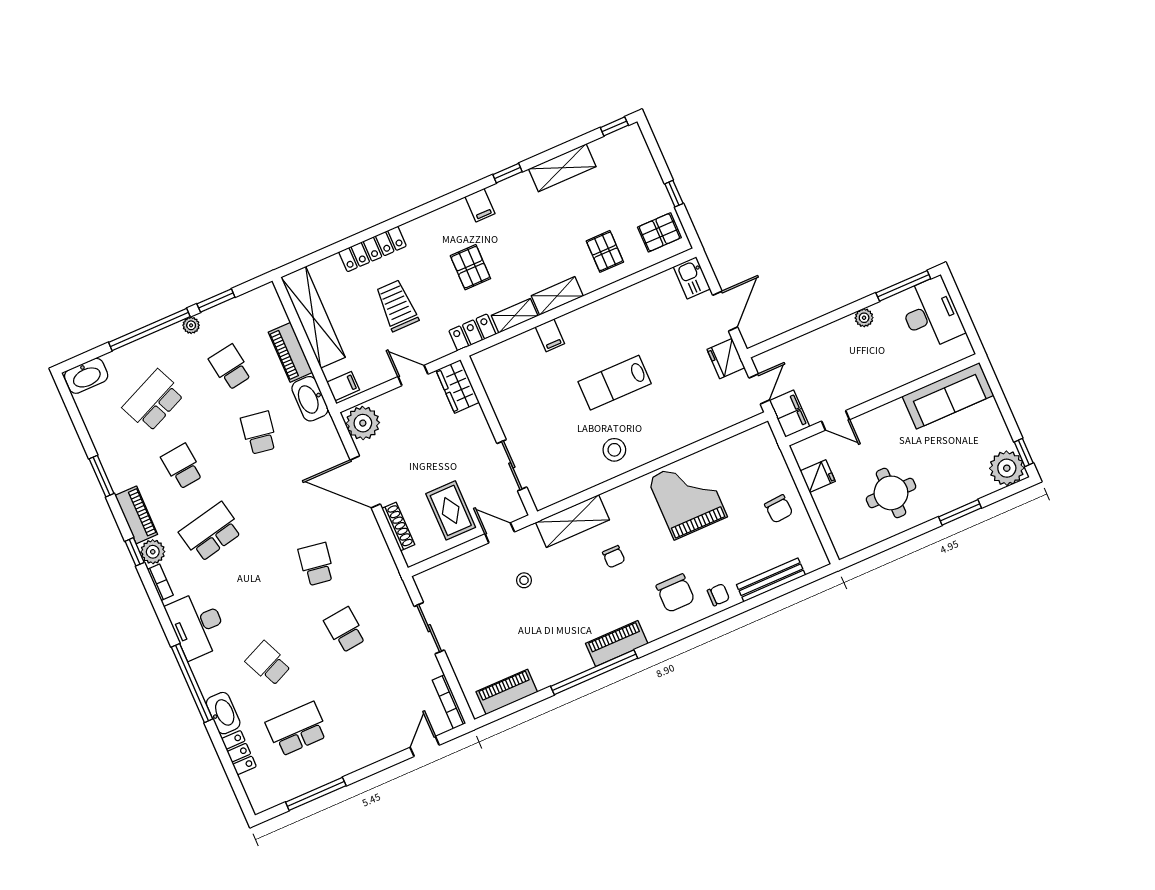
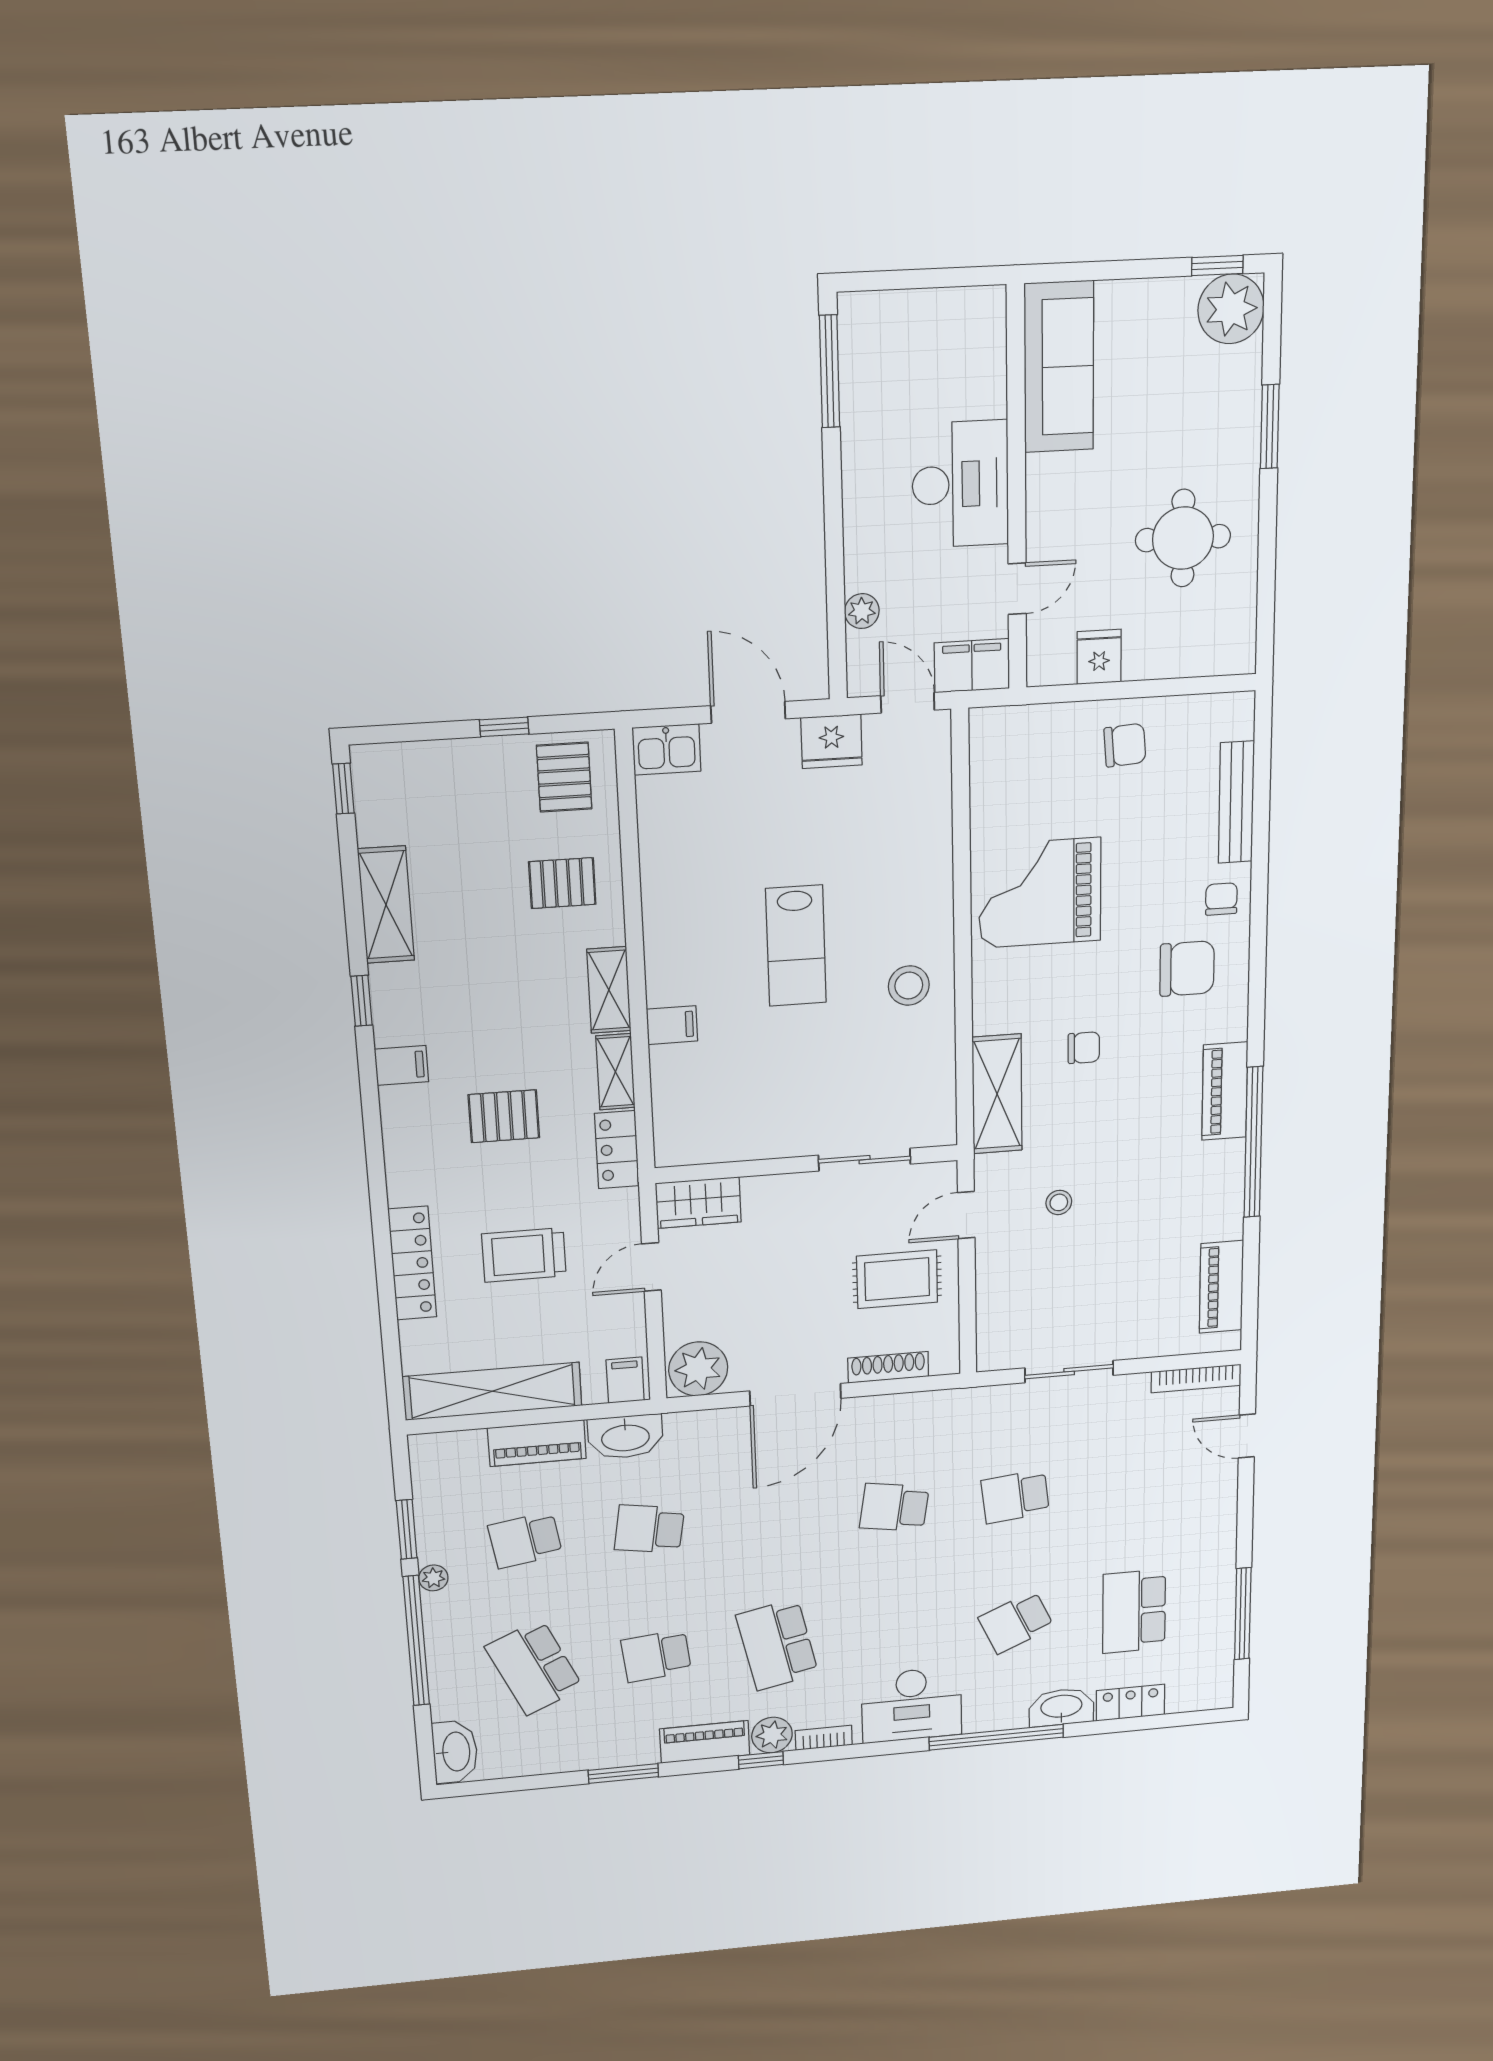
desk: (931, 313) -> (960, 484), moved, turned 90
plant: (864, 318) -> (862, 611), moved

